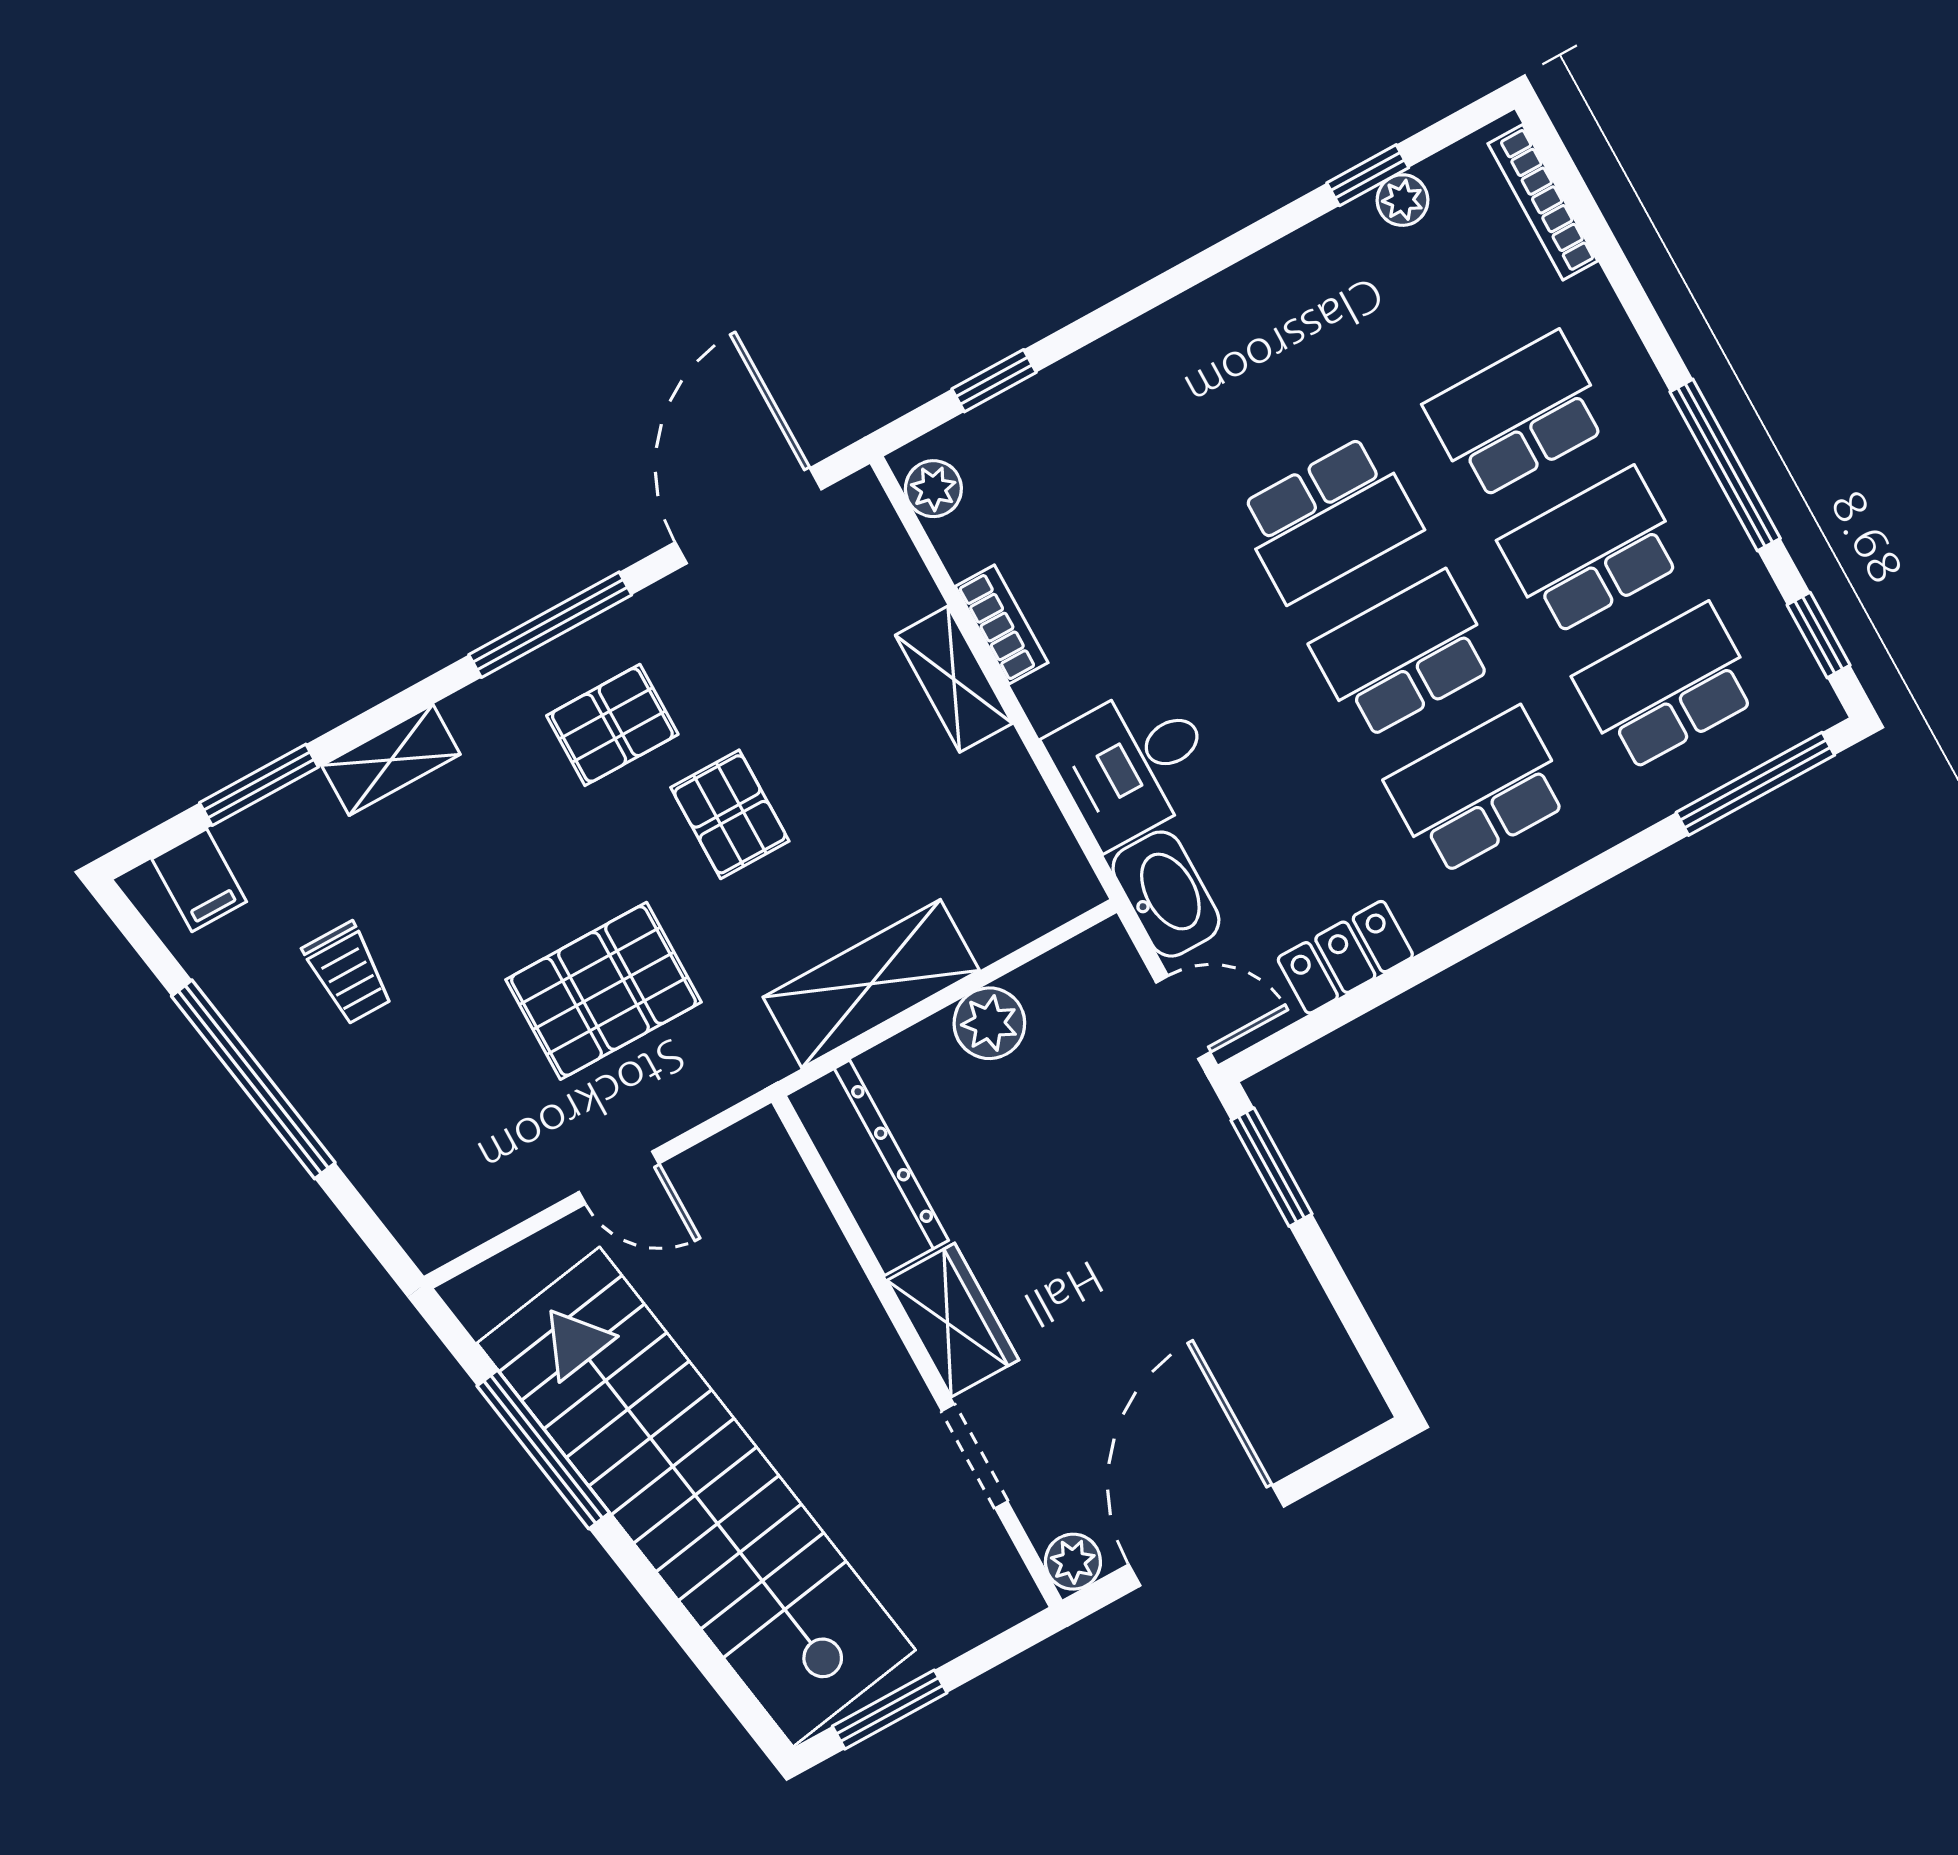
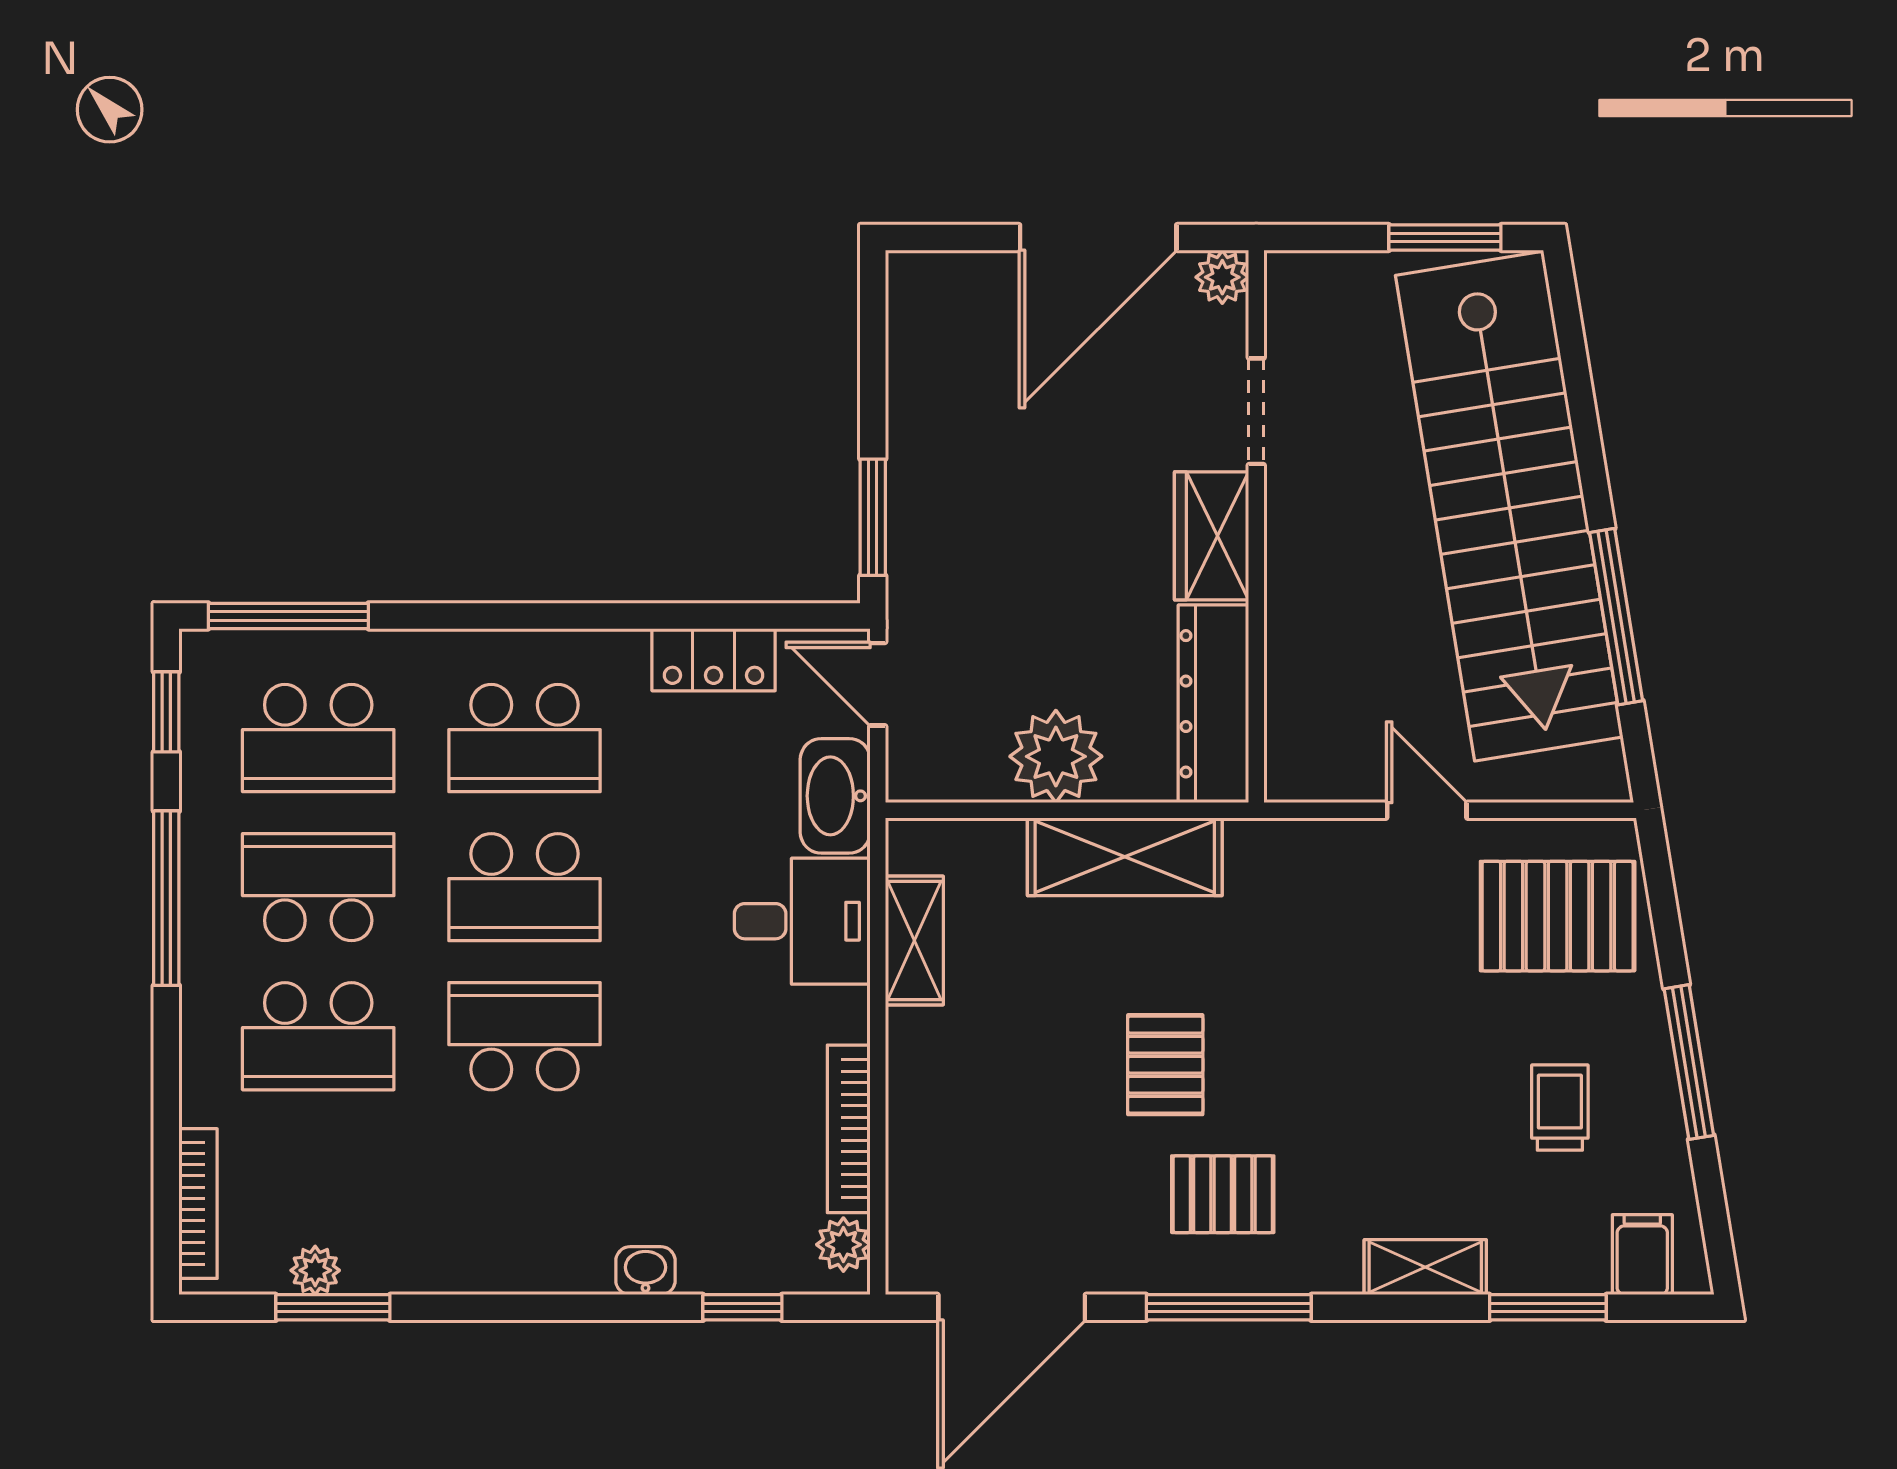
window: (1368, 175) -> (333, 1307), width x1.50
washbasin: (1101, 366) -> (645, 1271), added
school desk: (1592, 551) -> (318, 887), turned 180
bookcase: (1002, 624) -> (849, 1129), width x1.56
shelving: (954, 679) -> (914, 941), moved
pallet: (603, 991) -> (1558, 916), moved
plant: (989, 1023) -> (1056, 756), width x1.36, depth x1.36
window: (253, 1079) -> (1689, 1062), width x0.68

